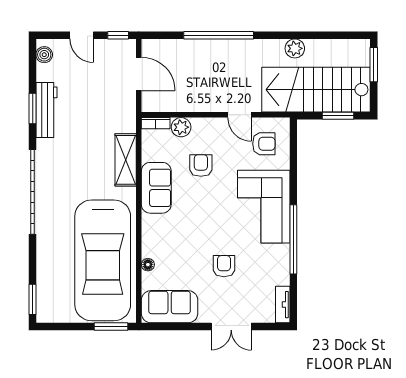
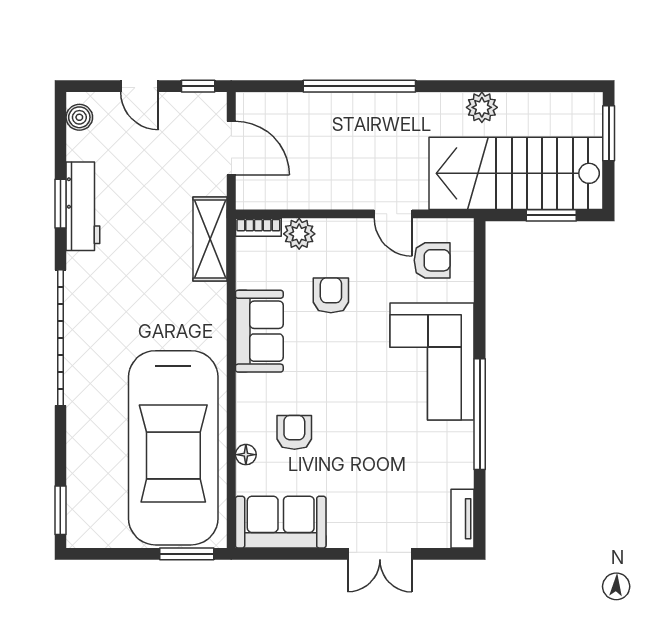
shelving: (126, 160) -> (210, 239), moved
armchair: (224, 266) -> (294, 432), moved

